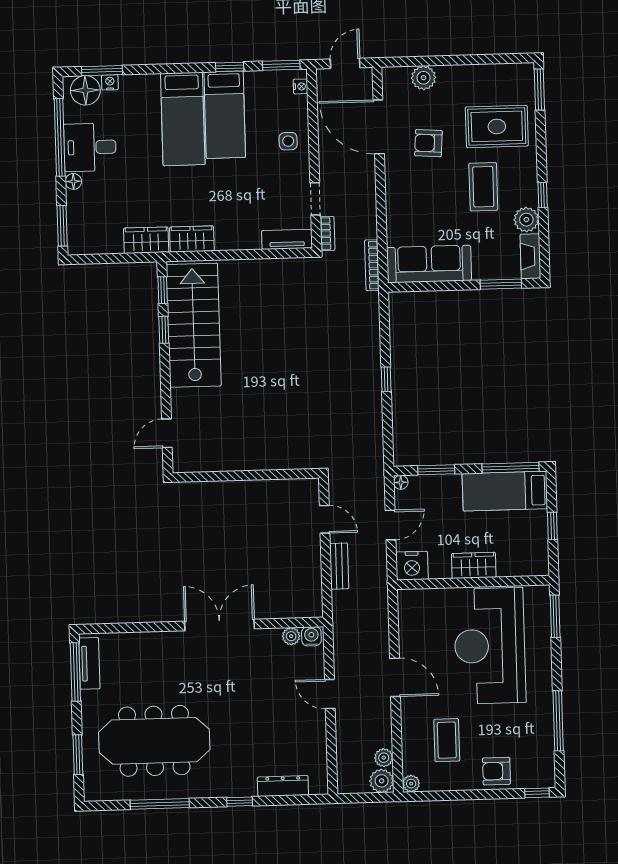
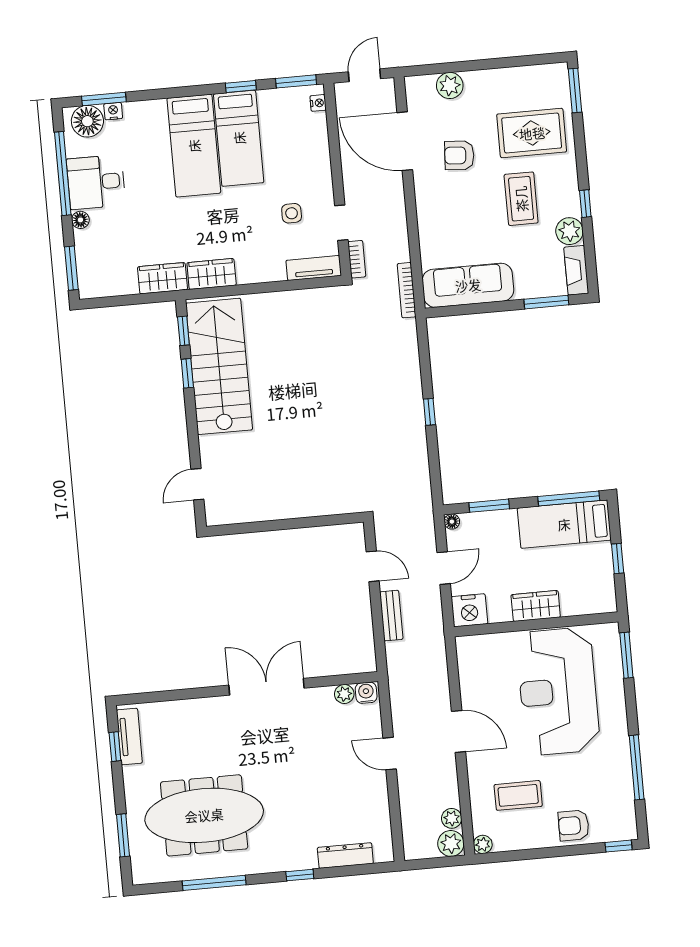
side table: (288, 141) -> (292, 213), moved
window: (75, 672) -> (115, 747), width x0.46
coffee table: (447, 740) -> (518, 795), turned 90

